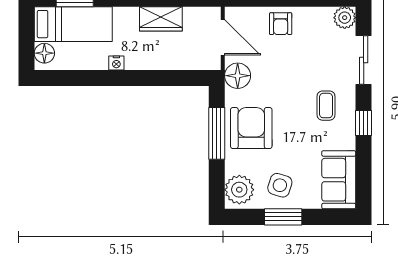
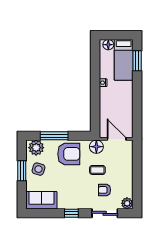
wardrobe: (161, 19) -> (126, 106), removed
armchair: (281, 24) -> (104, 190), moved
door: (223, 37) -> (117, 139), swing flipped
coffee table: (326, 106) -> (97, 170), moved
window: (217, 133) -> (54, 136), moved

